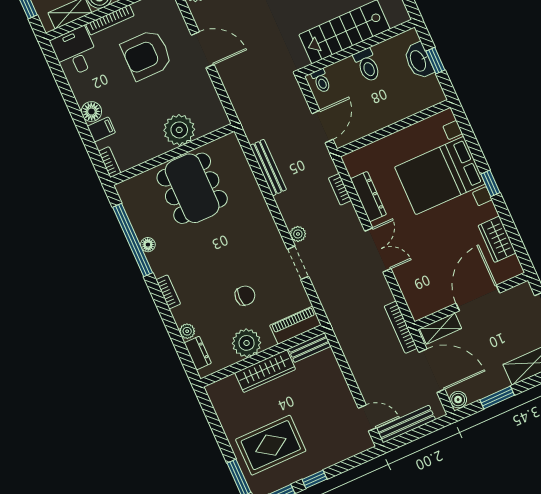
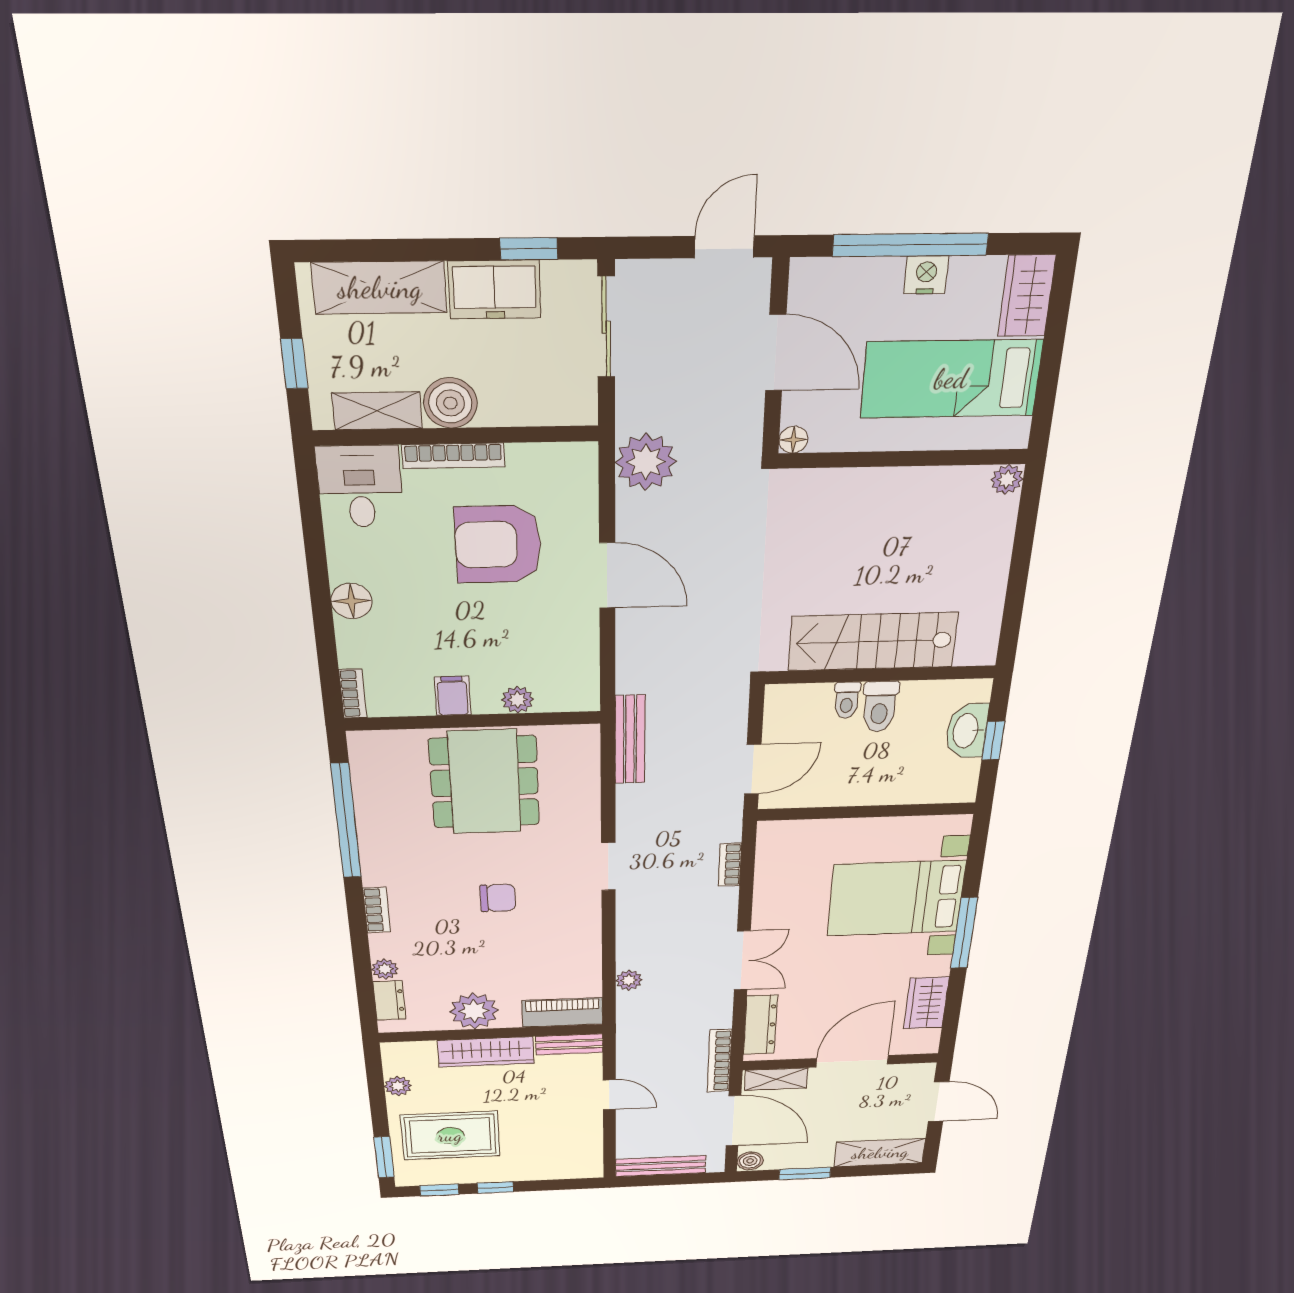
toilet: (321, 81) -> (847, 700), moved
filing cabinet: (101, 129) -> (453, 696), moved, turned -90
plant: (179, 130) -> (518, 700), width x0.53, depth x0.53
bench: (268, 168) -> (630, 740), moved
window: (490, 183) -> (964, 933), width x2.17
dresser: (368, 197) -> (760, 1025), moved
plant: (298, 234) -> (629, 980), moved
floor lamp: (148, 245) -> (370, 836), removed
doorway: (298, 263) -> (608, 866), moved
chair: (245, 296) -> (498, 898), moved
plant: (226, 416) -> (398, 1086), added
door: (367, 418) -> (609, 1095), moved

